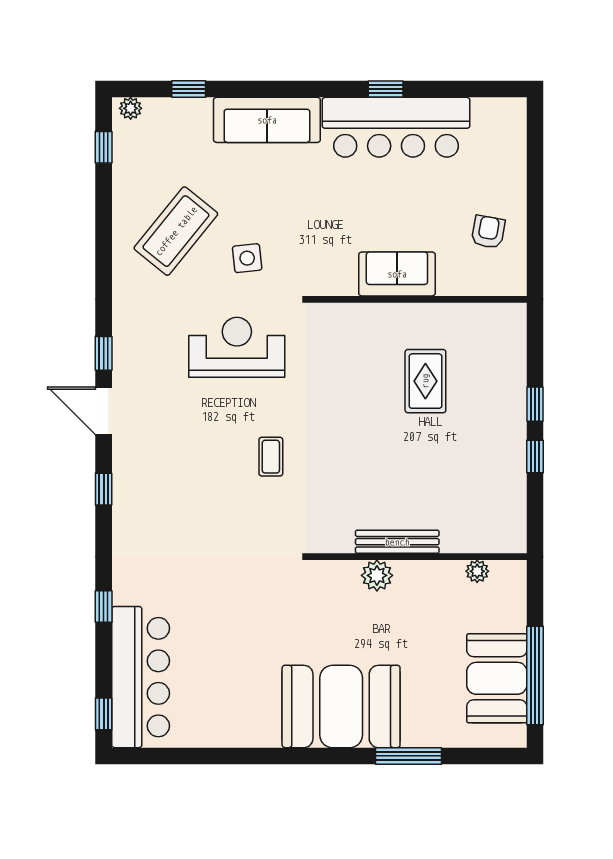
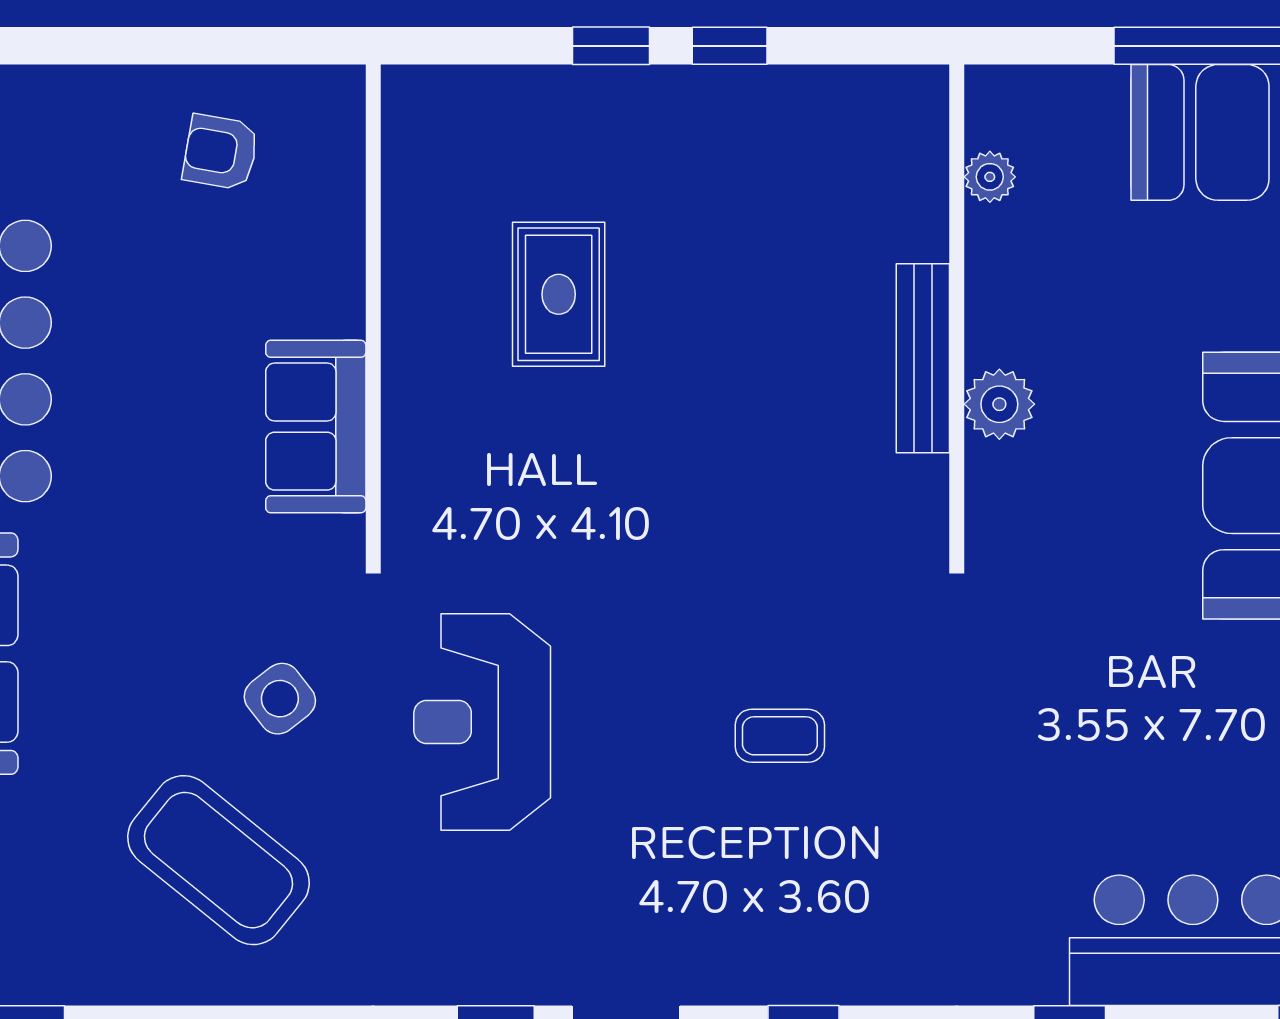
side table: (247, 258) -> (280, 699), turned -32
sofa: (397, 274) -> (316, 427), moved
rug: (425, 381) -> (559, 294), turned 90
coffee table: (271, 457) -> (780, 736), moved

